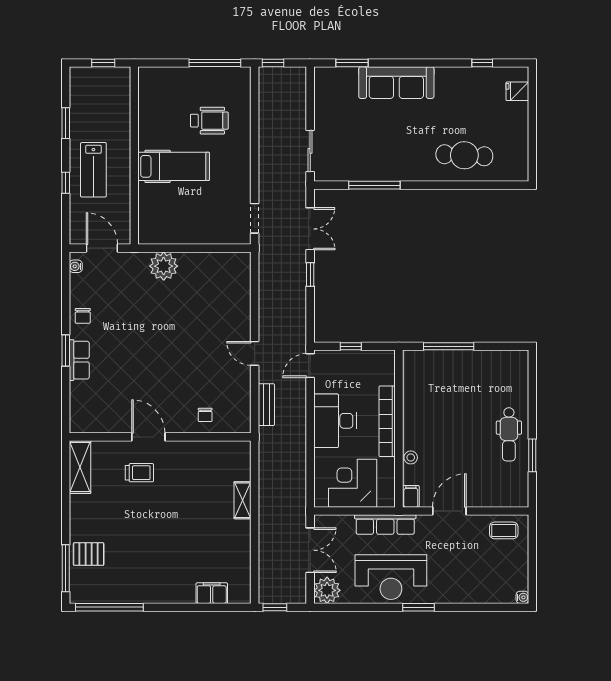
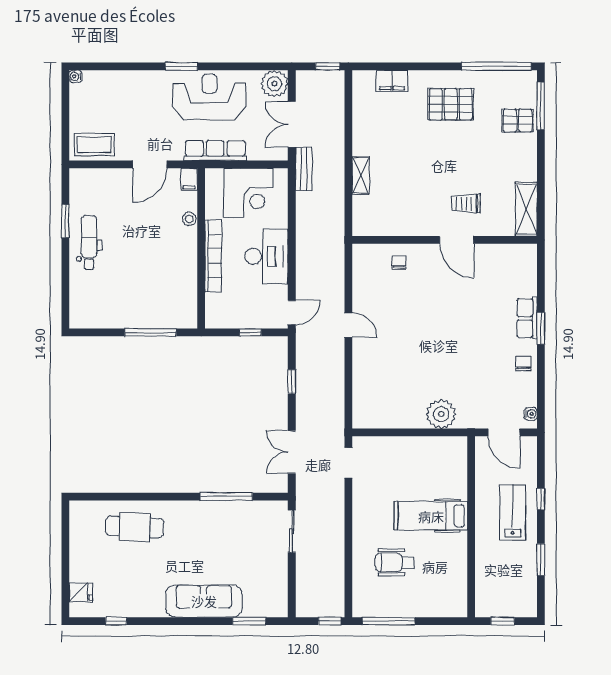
window: (310, 275) -> (292, 382), moved
bench: (266, 405) -> (304, 169), moved
coffee table: (504, 530) -> (94, 145), width x1.36, depth x1.30
pallet: (154, 570) -> (451, 104), added

